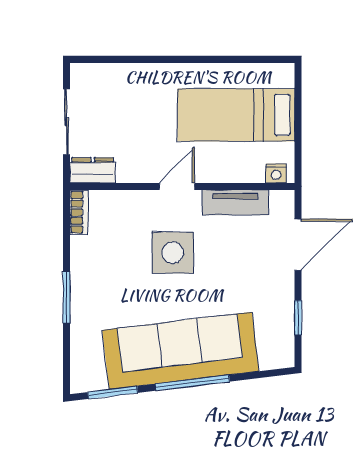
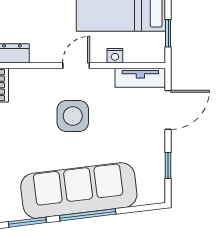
window: (298, 144) -> (168, 33), added
nightstand: (276, 173) -> (115, 56), moved
tv unit: (235, 202) -> (140, 78), moved

